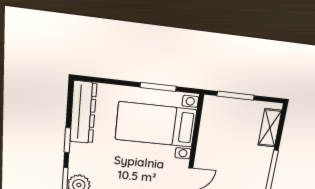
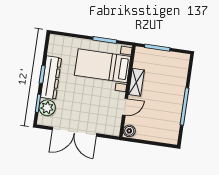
dresser: (83, 112) -> (51, 78), moved
shelving: (270, 128) -> (136, 82), moved

